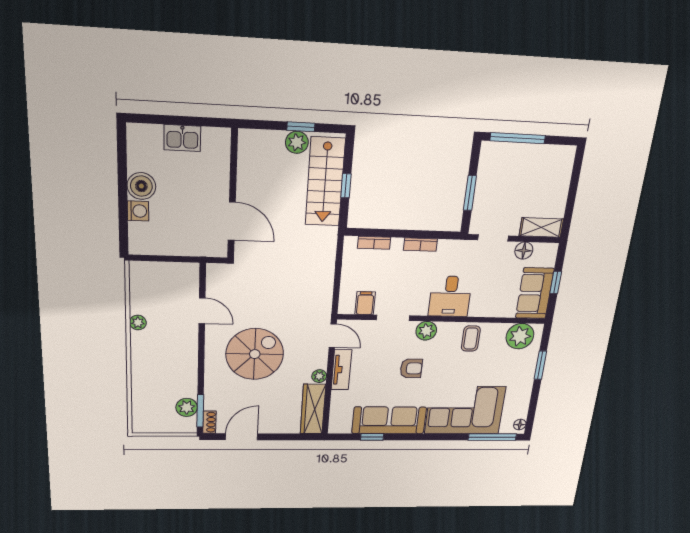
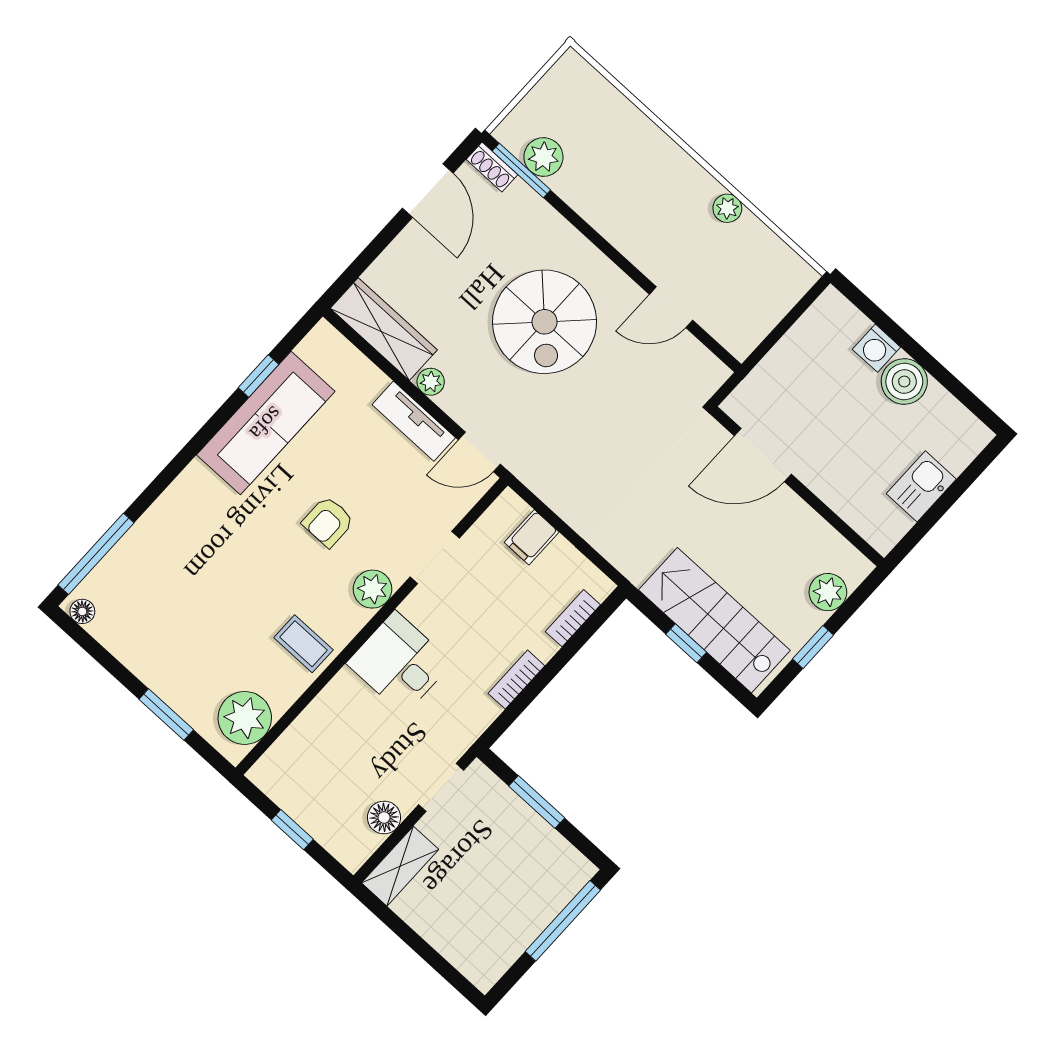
plant: (297, 142) -> (828, 592), moved
sofa: (535, 293) -> (300, 788), removed
filing cabinet: (365, 303) -> (532, 537), moved, turned 90
corner sofa: (465, 410) -> (183, 547), removed

